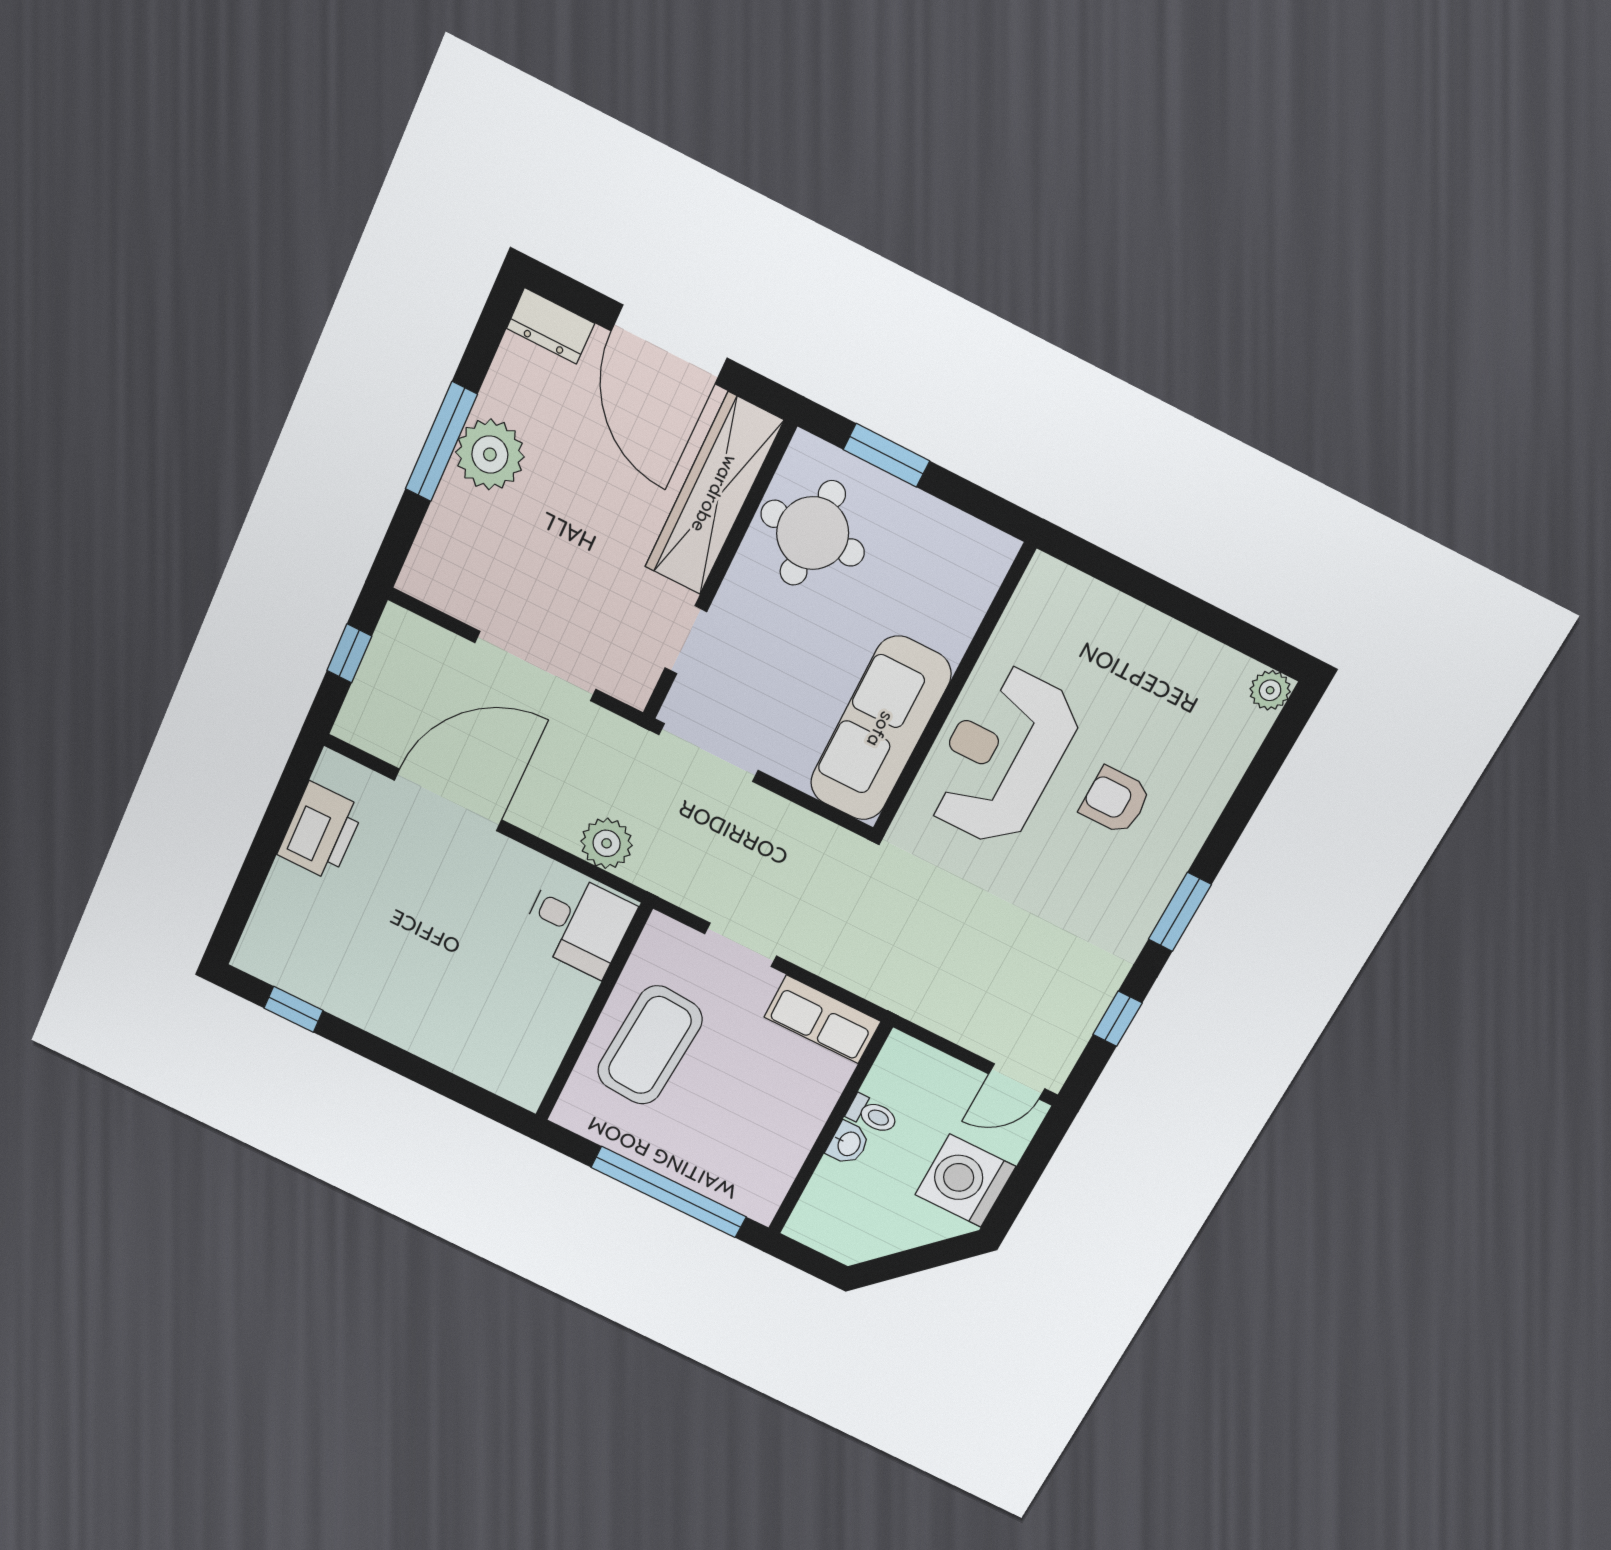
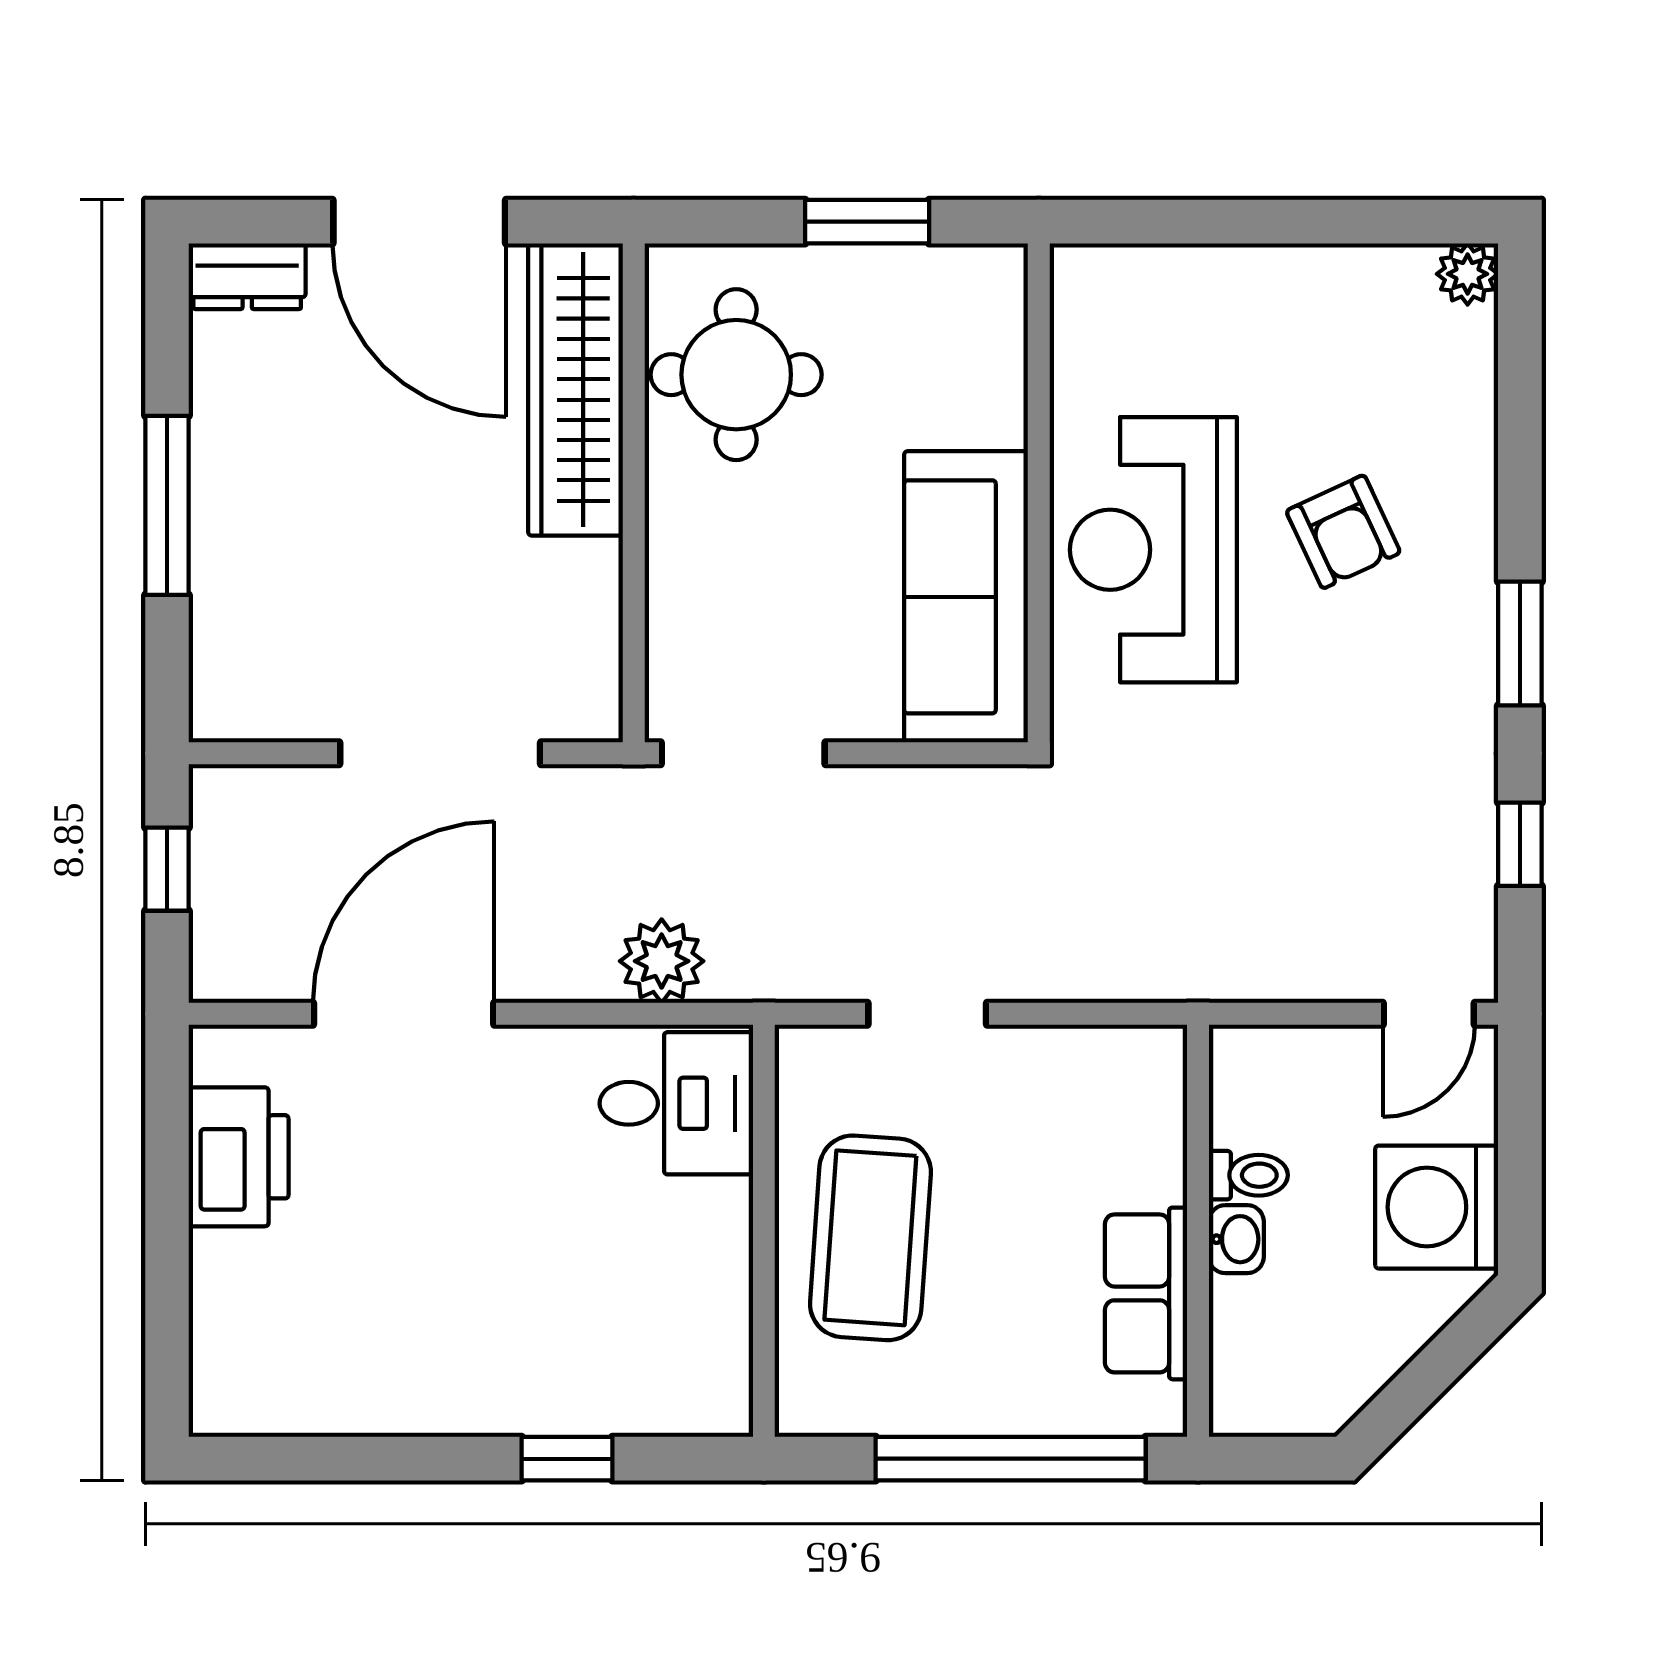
plant: (490, 454) -> (242, 489), removed
window: (886, 455) -> (867, 222), moved
doorway: (686, 640) -> (634, 609), removed
armchair: (1115, 801) -> (1343, 532), turned -115
window: (294, 1009) -> (567, 1459), moved
row of seats: (822, 1019) -> (1146, 1293), moved, turned 90

